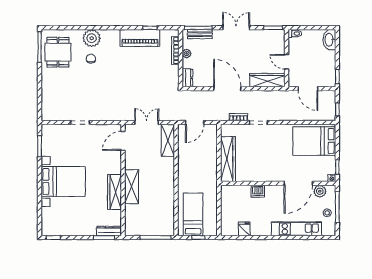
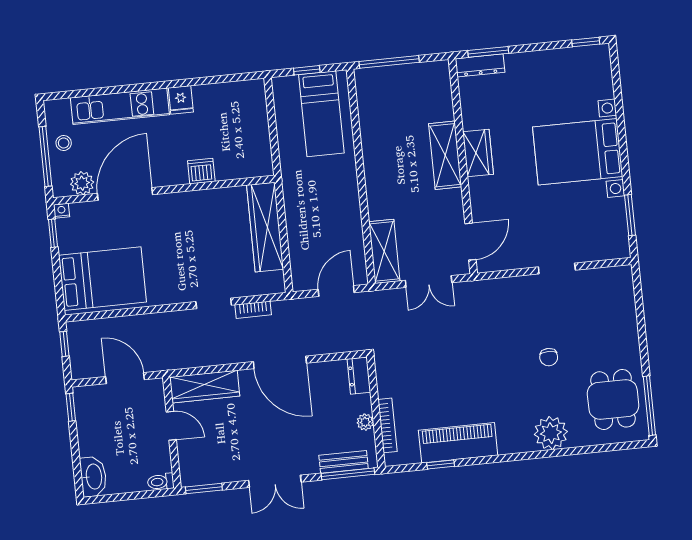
chair: (91, 59) -> (549, 357), moved
wardrobe: (114, 192) -> (478, 153), width x0.67
fridge: (244, 229) -> (181, 100), moved

